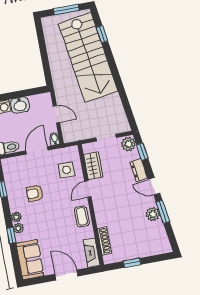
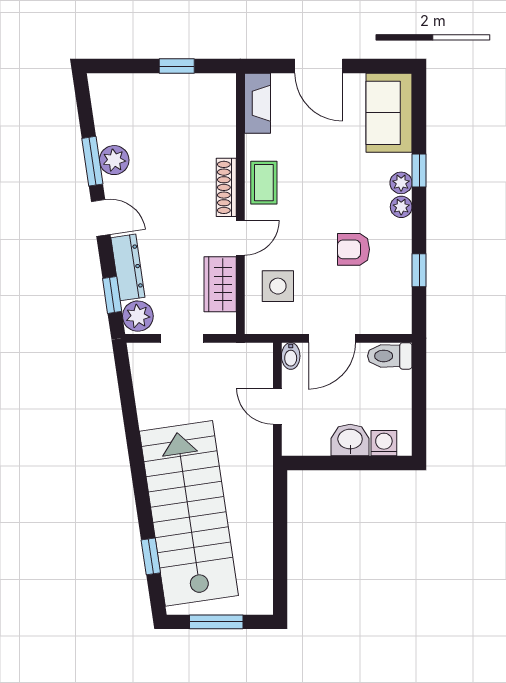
dresser: (139, 170) -> (128, 267), width x1.44
armchair: (35, 193) -> (353, 249), turned 180
shoe rack: (104, 241) -> (226, 187), moved

